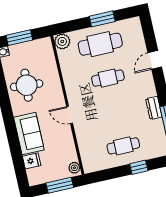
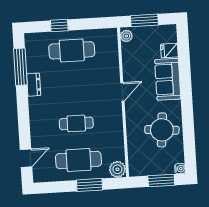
window: (102, 19) -> (90, 185), moved
door: (155, 60) -> (26, 158), moved
door: (70, 115) -> (122, 92), hinge flipped
cafe table: (123, 146) -> (72, 50), width x1.37, depth x1.35

